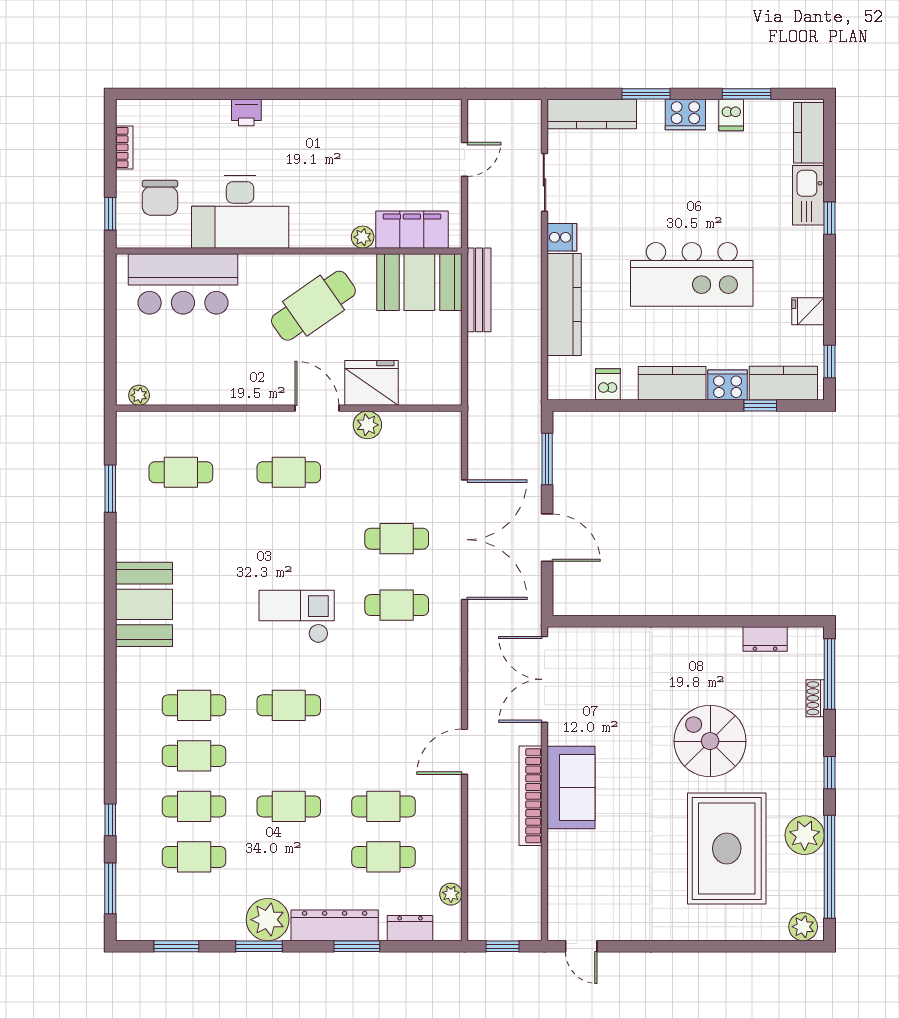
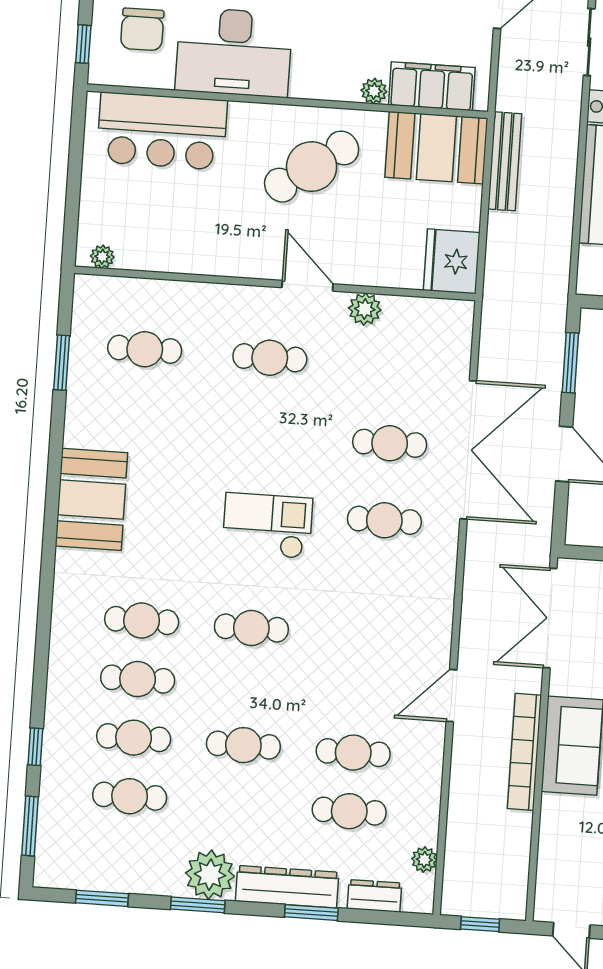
fridge: (372, 383) -> (452, 261), moved, turned -90

